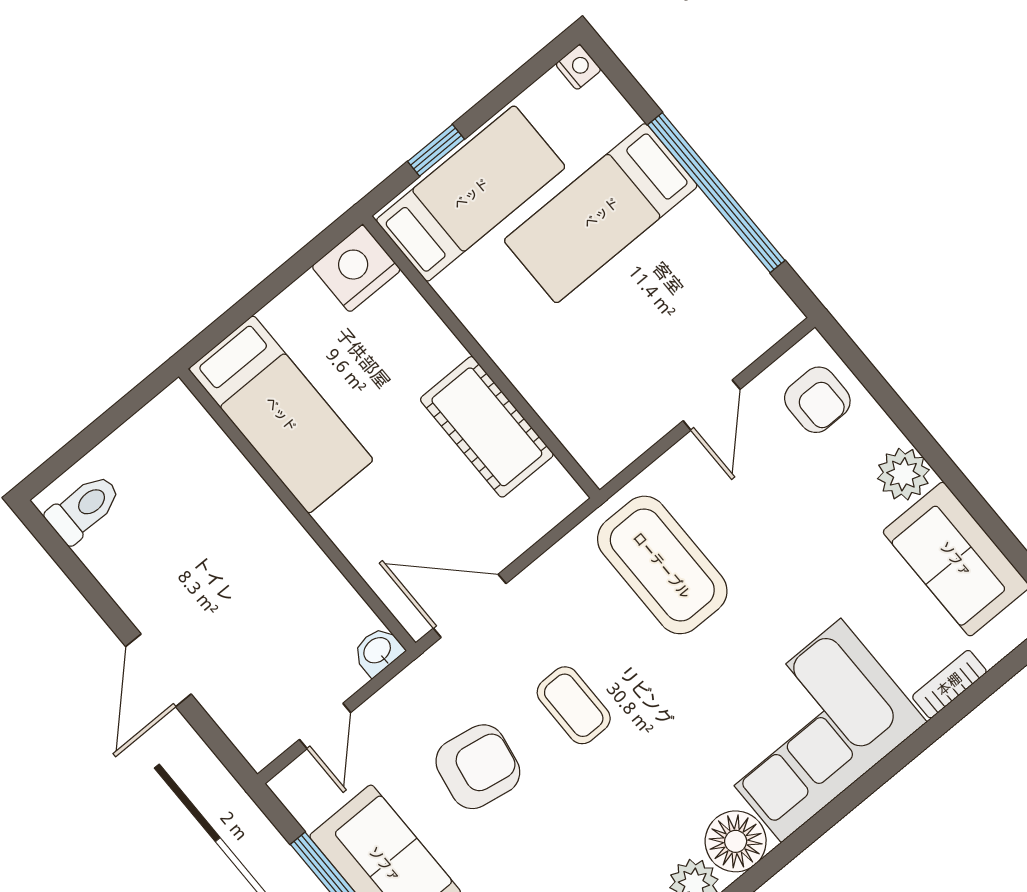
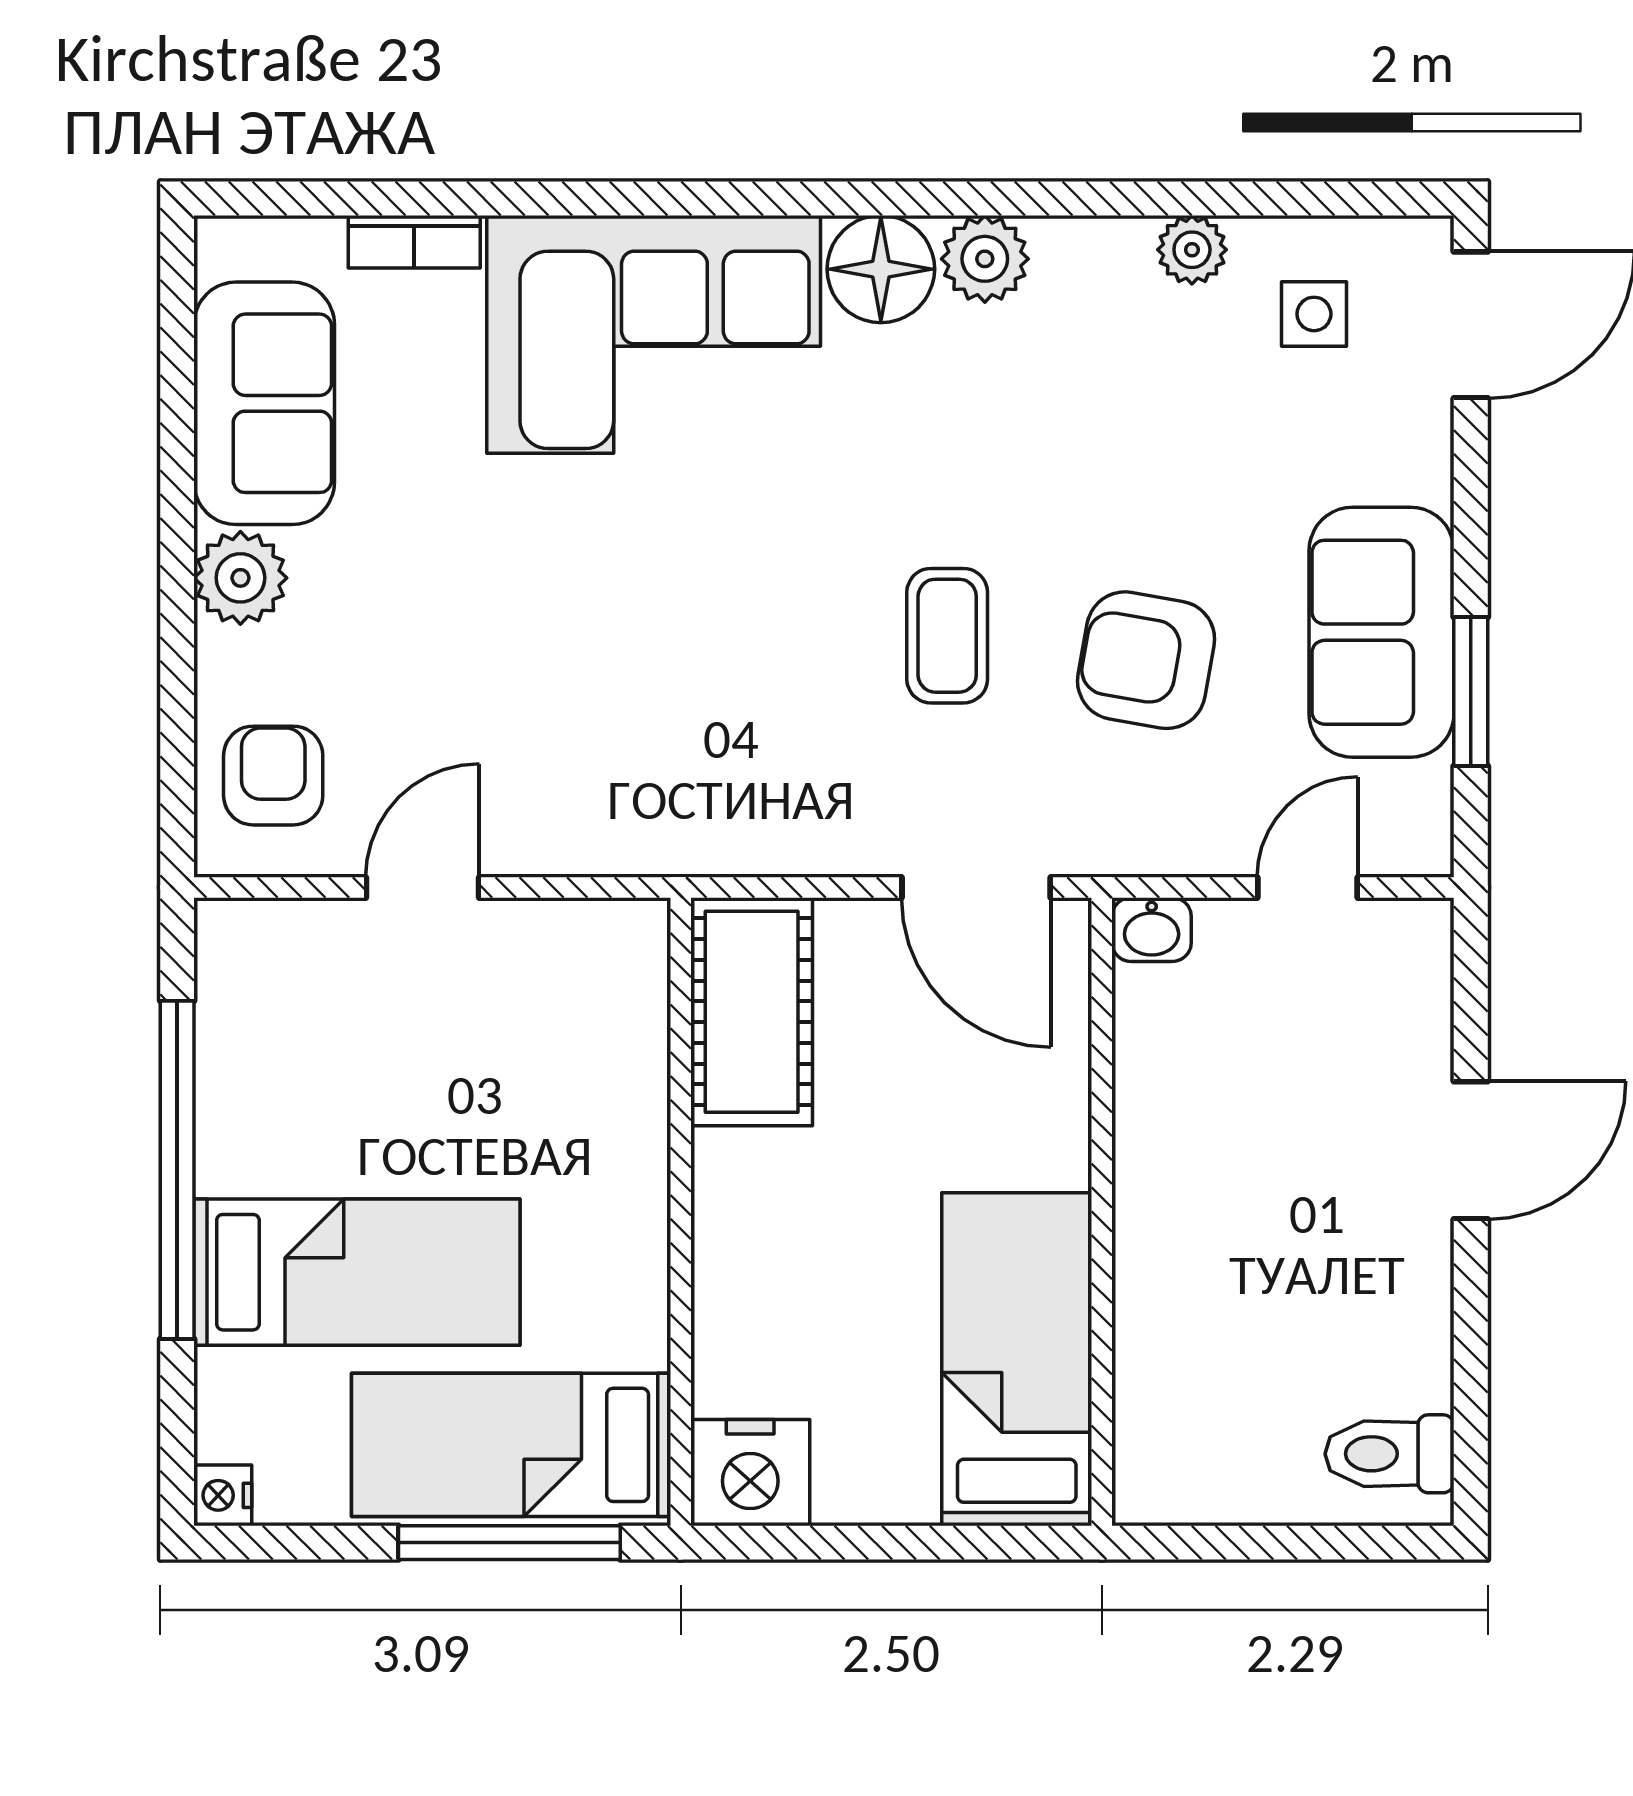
window: (436, 150) -> (509, 1543), width x2.17
cot: (487, 427) -> (752, 1012), moved
coffee table: (662, 565) -> (669, 726), removed

